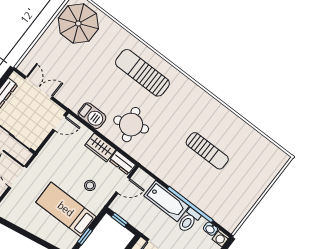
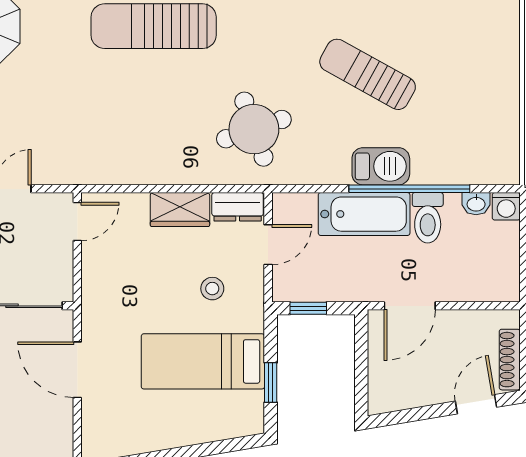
barbecue: (92, 116) -> (381, 166), moved
round table: (131, 125) -> (254, 129), moved
sun lounger: (207, 151) -> (368, 74), turned -151

